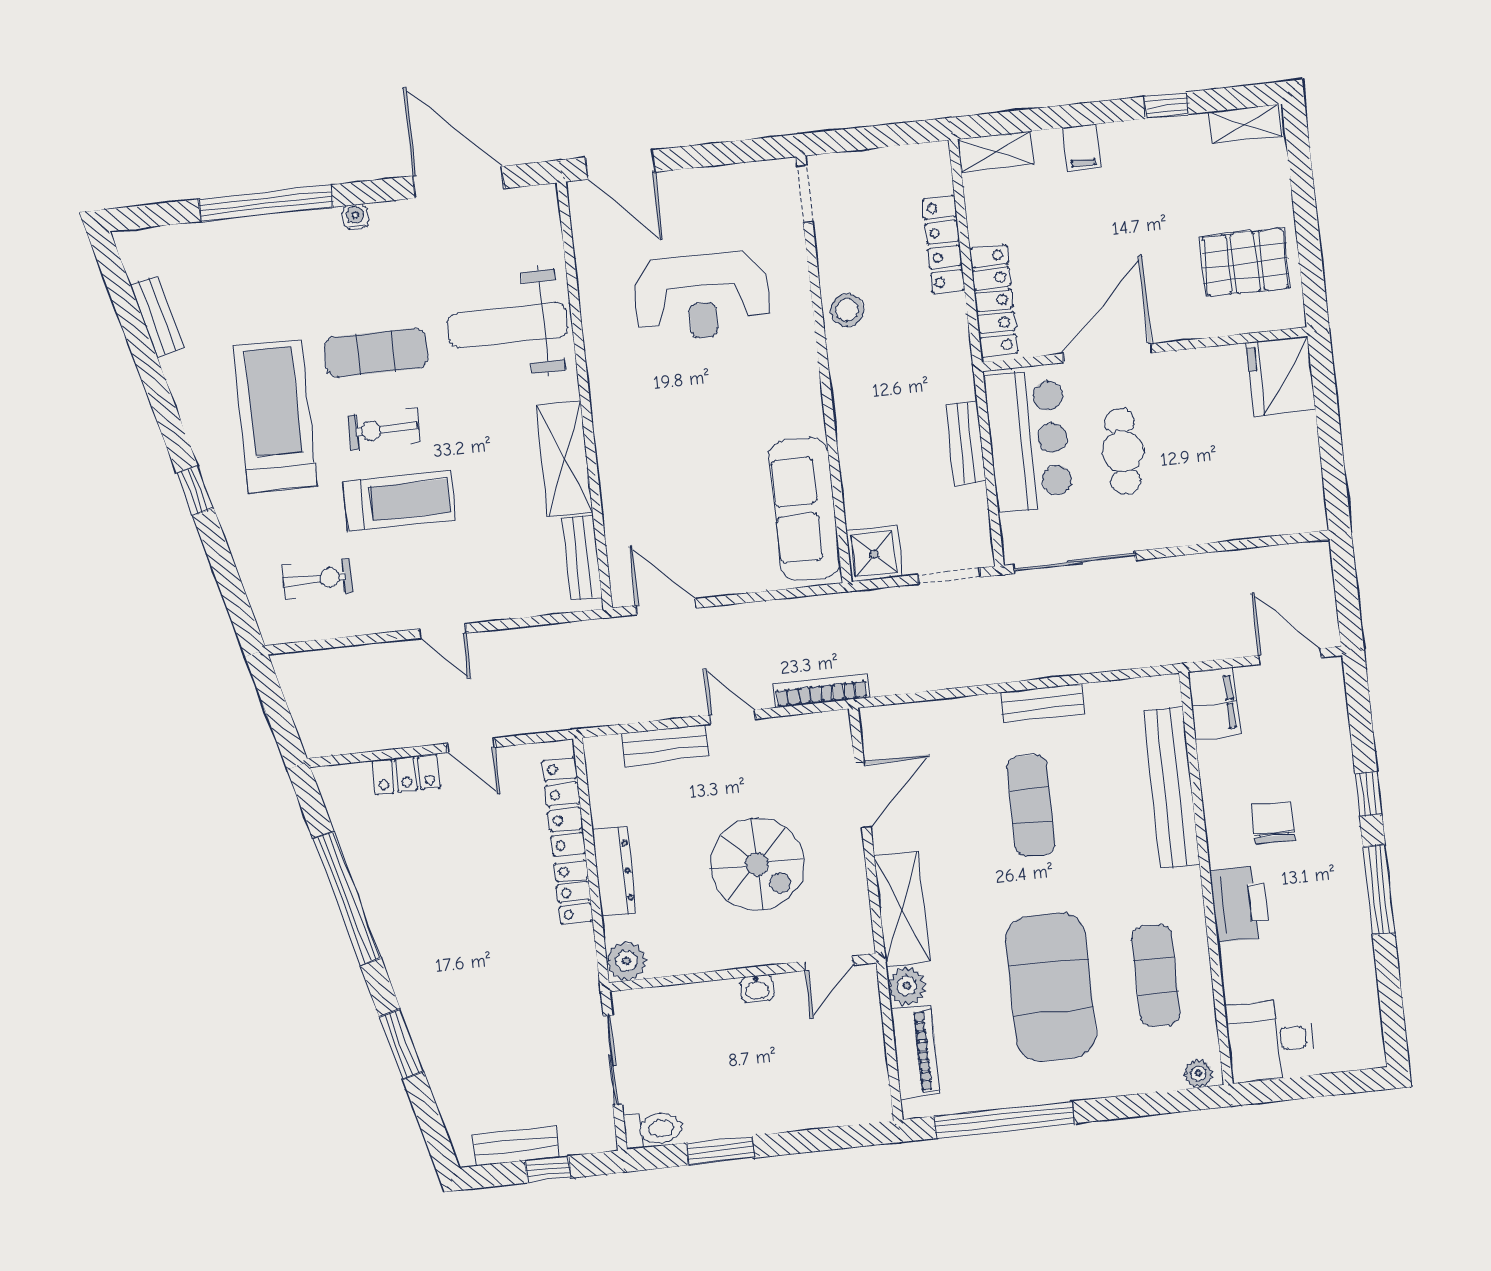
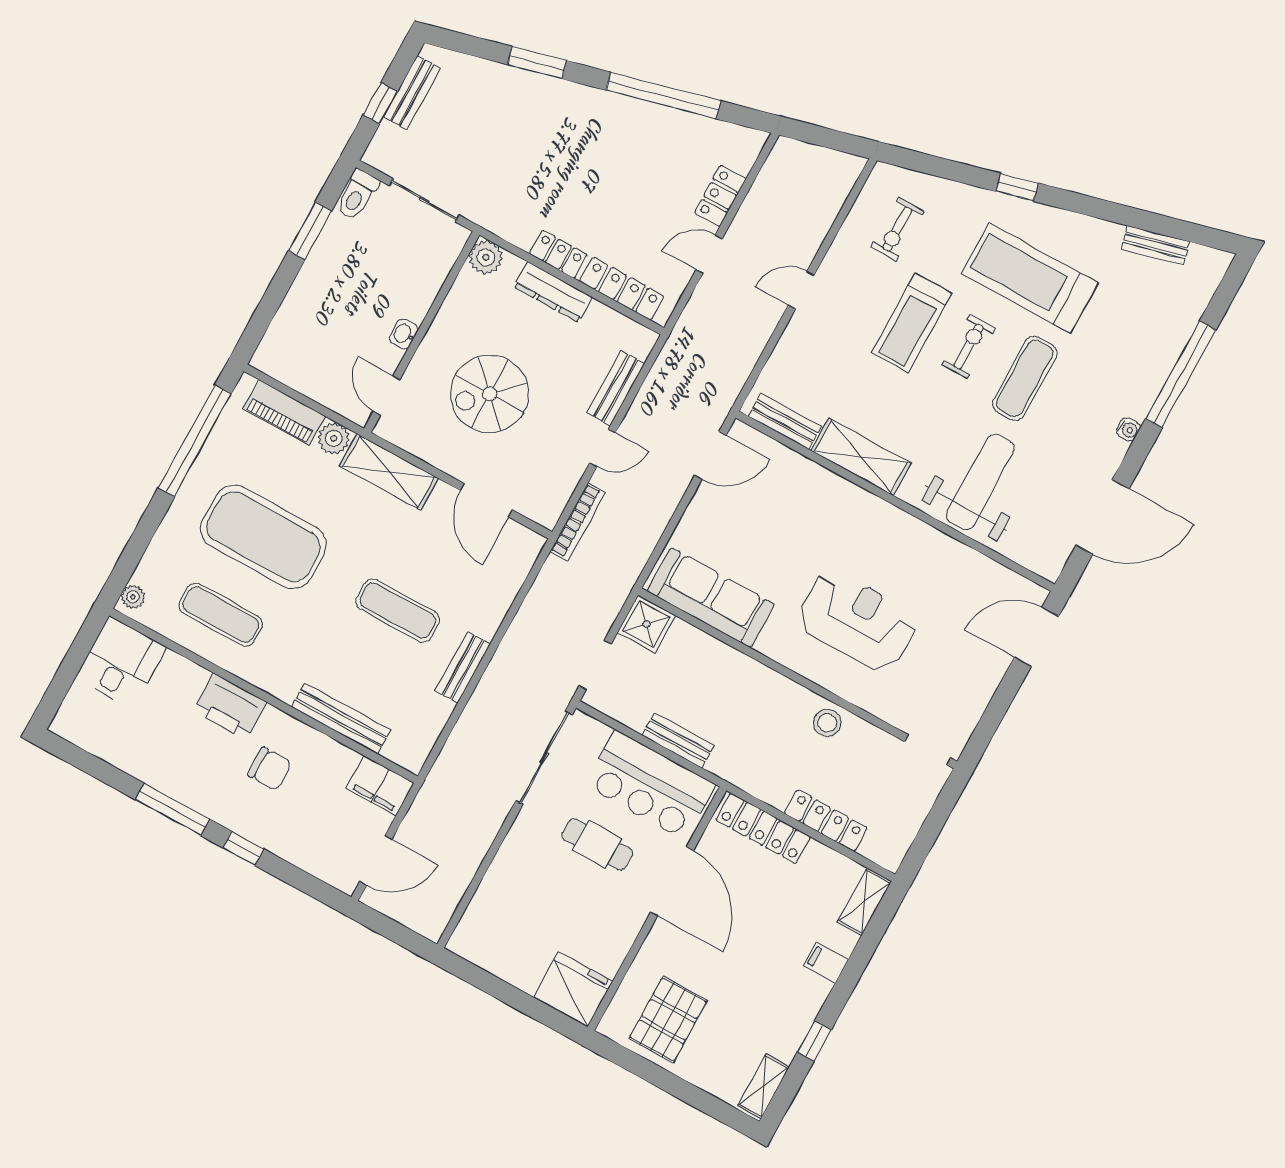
reception desk: (701, 296) -> (857, 621), moved, turned 90
treadmill: (275, 416) -> (1030, 278), turned 180
bench: (1172, 788) -> (341, 719), width x0.73, depth x0.82

